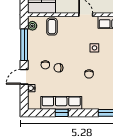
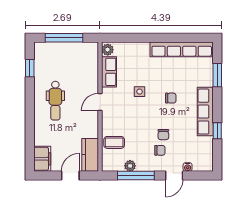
plant: (32, 26) -> (130, 166), moved
door: (24, 77) -> (174, 176), hinge flipped
row of seats: (61, 103) -> (205, 112), moved

